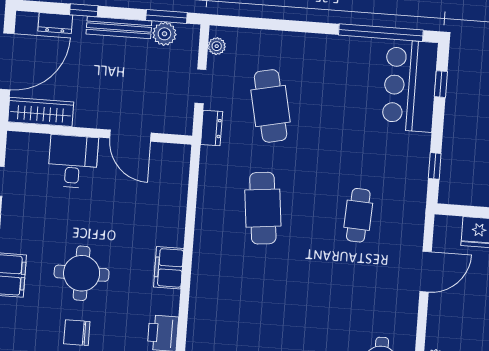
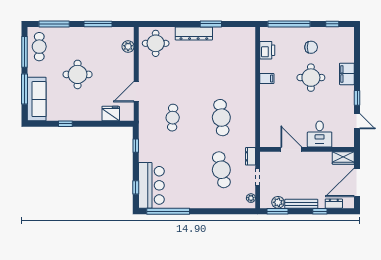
wardrobe: (41, 112) -> (343, 158), width x0.67
filing cabinet: (169, 268) -> (267, 78), width x0.50

